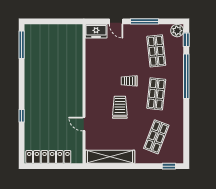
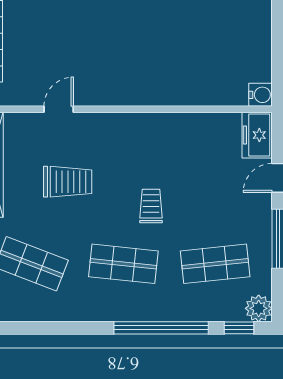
water cooler: (77, 30) -> (261, 95), added
trolley: (120, 107) -> (68, 182), moved

